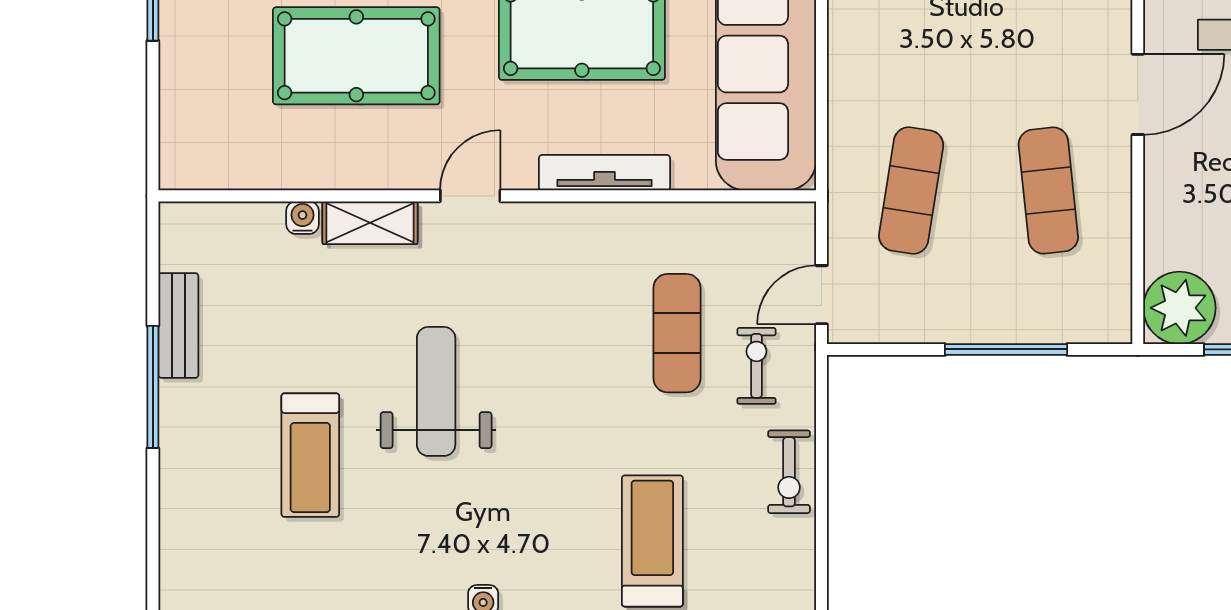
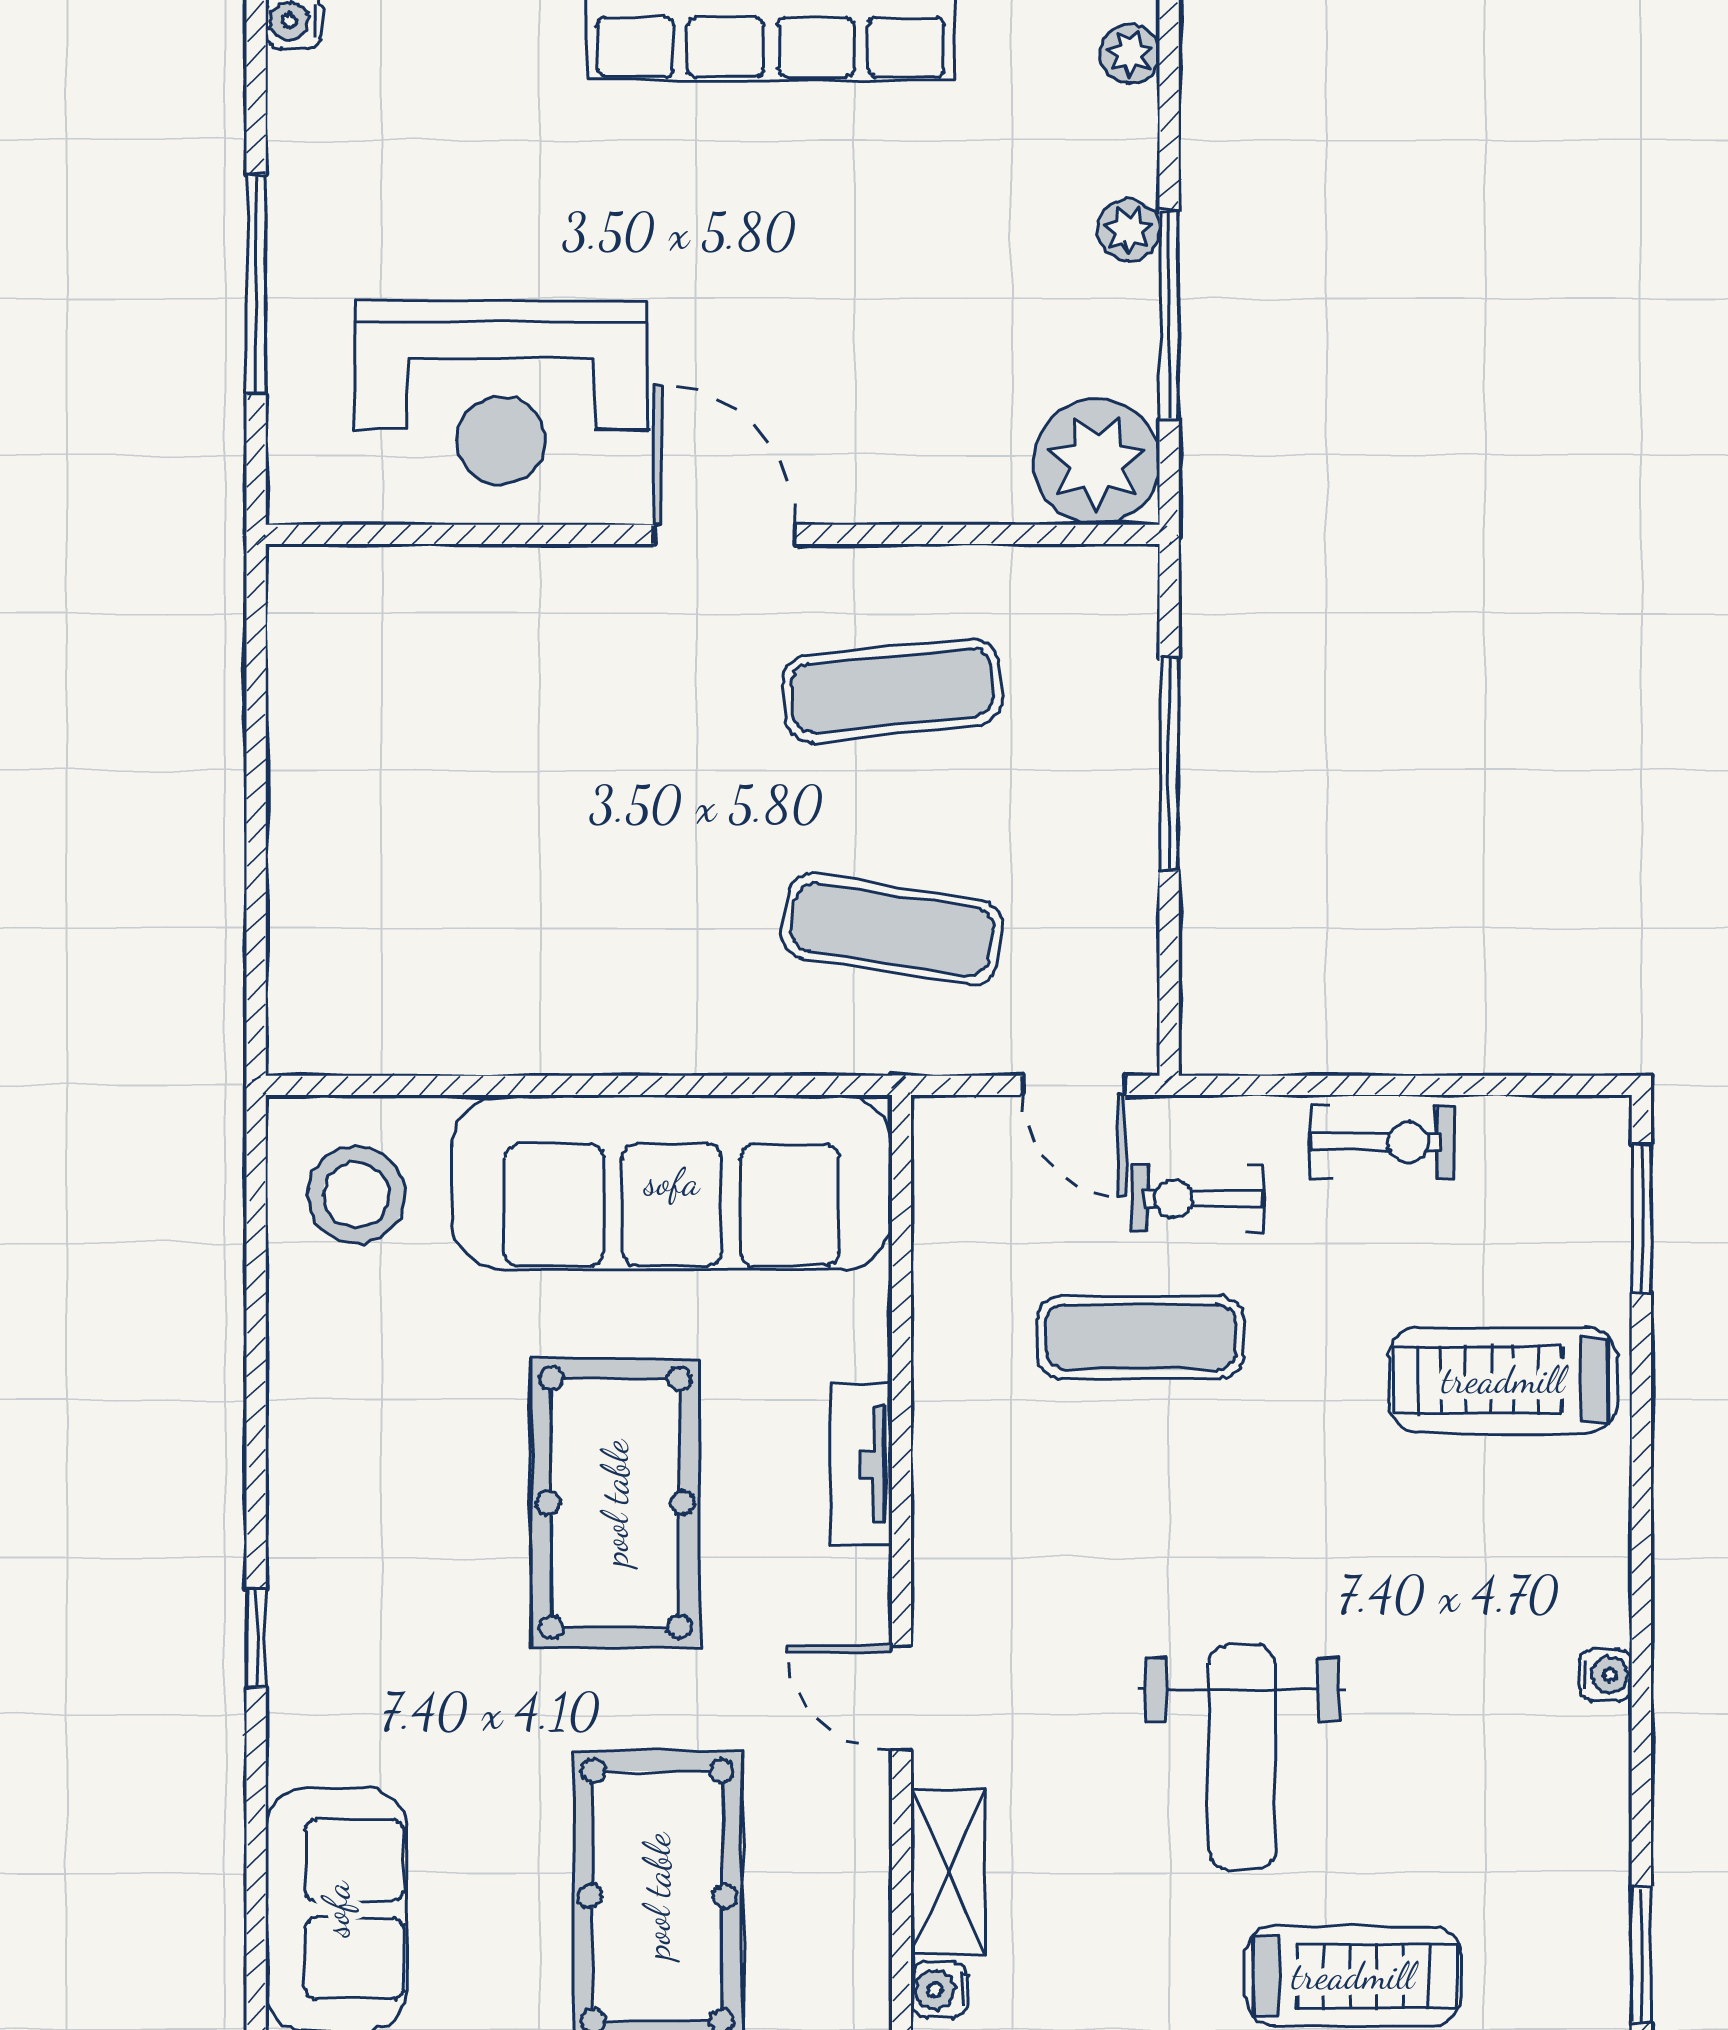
tv unit: (605, 173) -> (861, 1464), width x0.71
weight bench: (436, 391) -> (1242, 1757), turned -90

